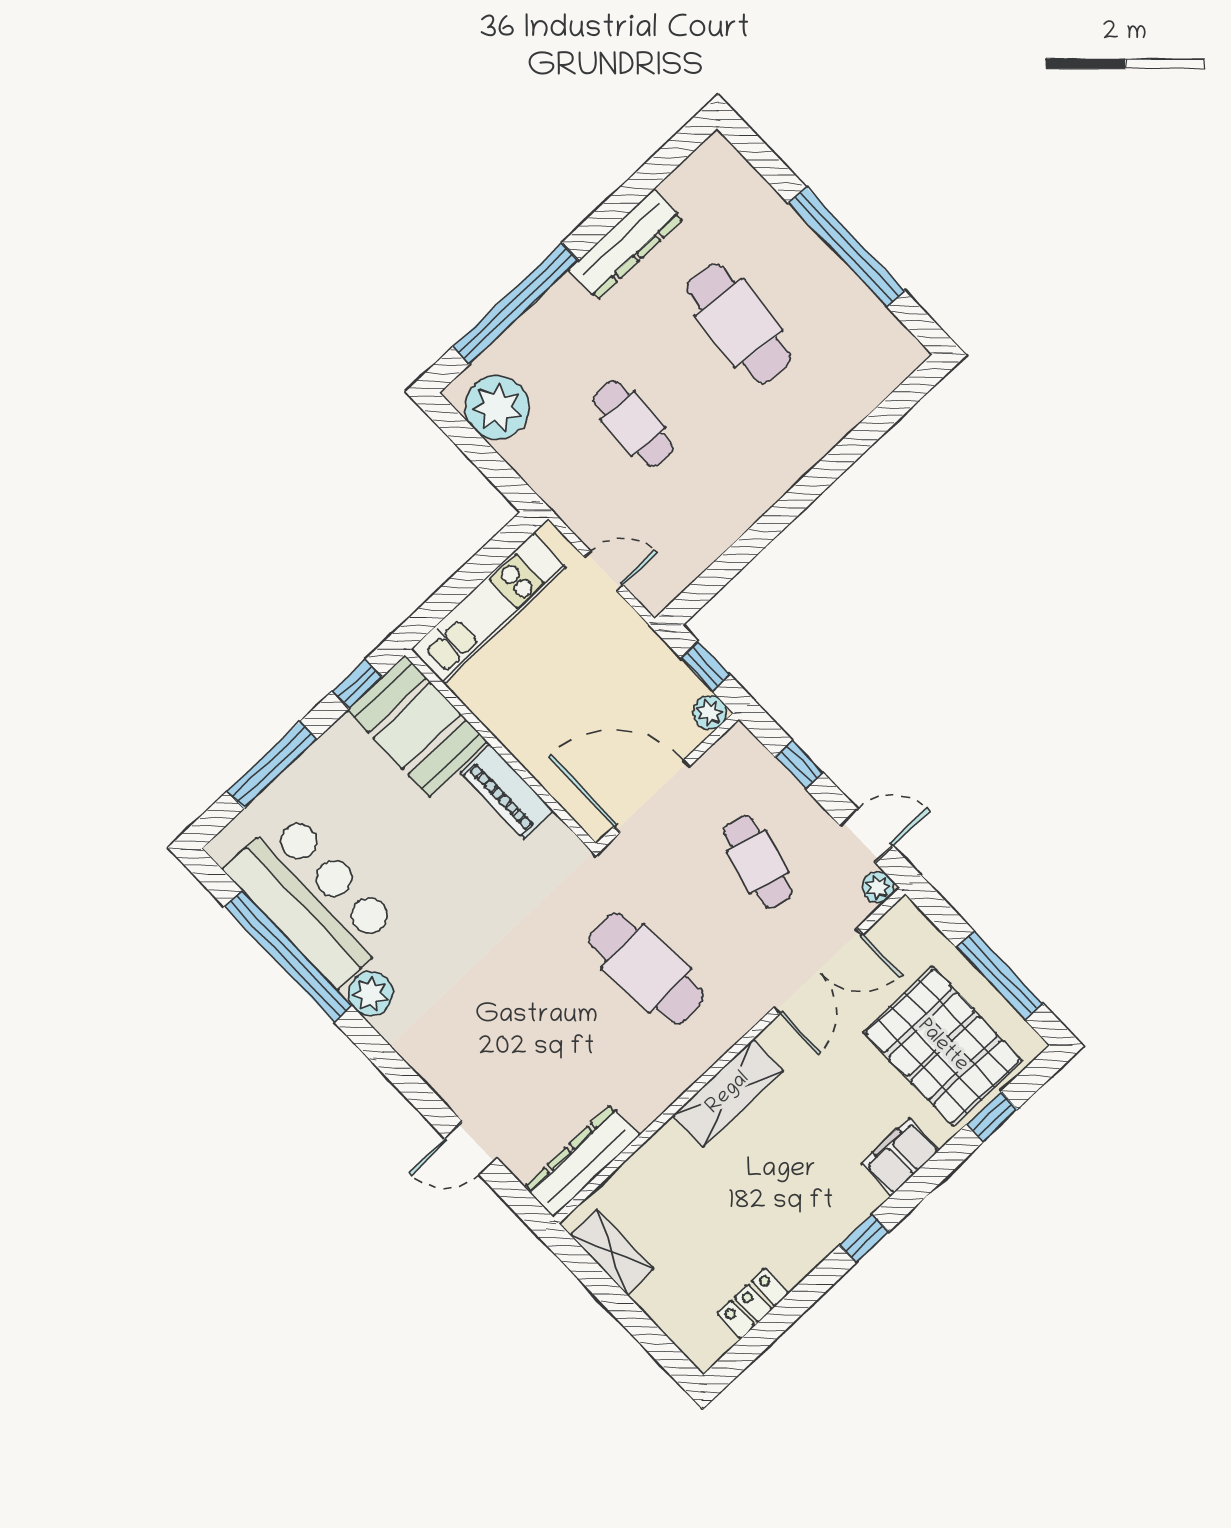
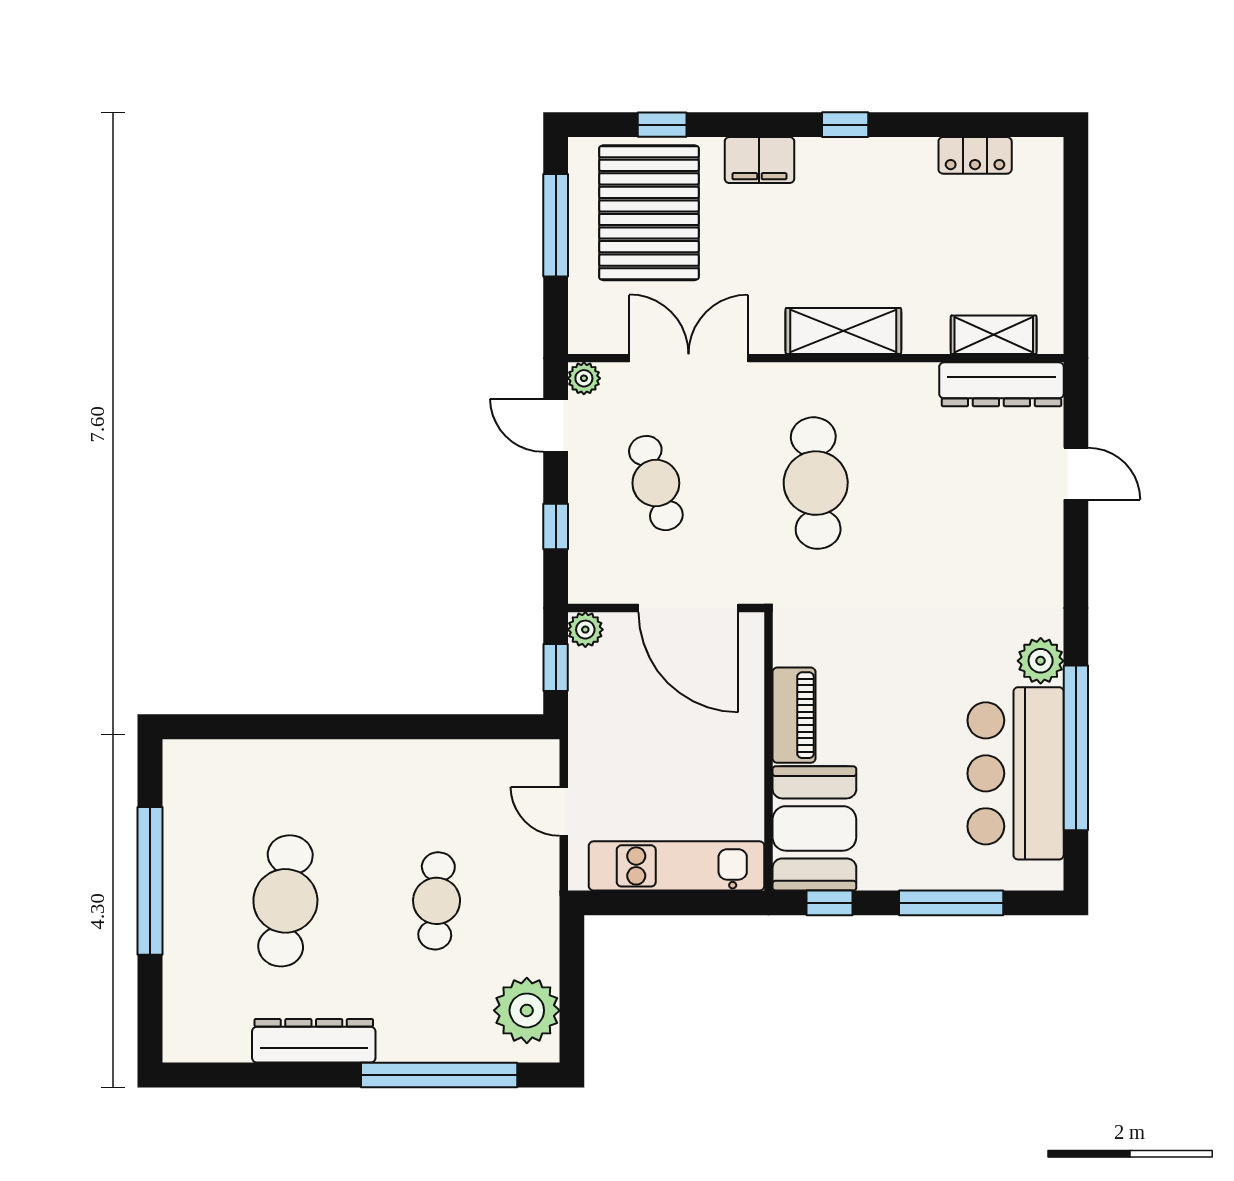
cafe table: (758, 862) -> (656, 483), turned -33
shelving: (612, 1252) -> (994, 335), moved, turned 90

